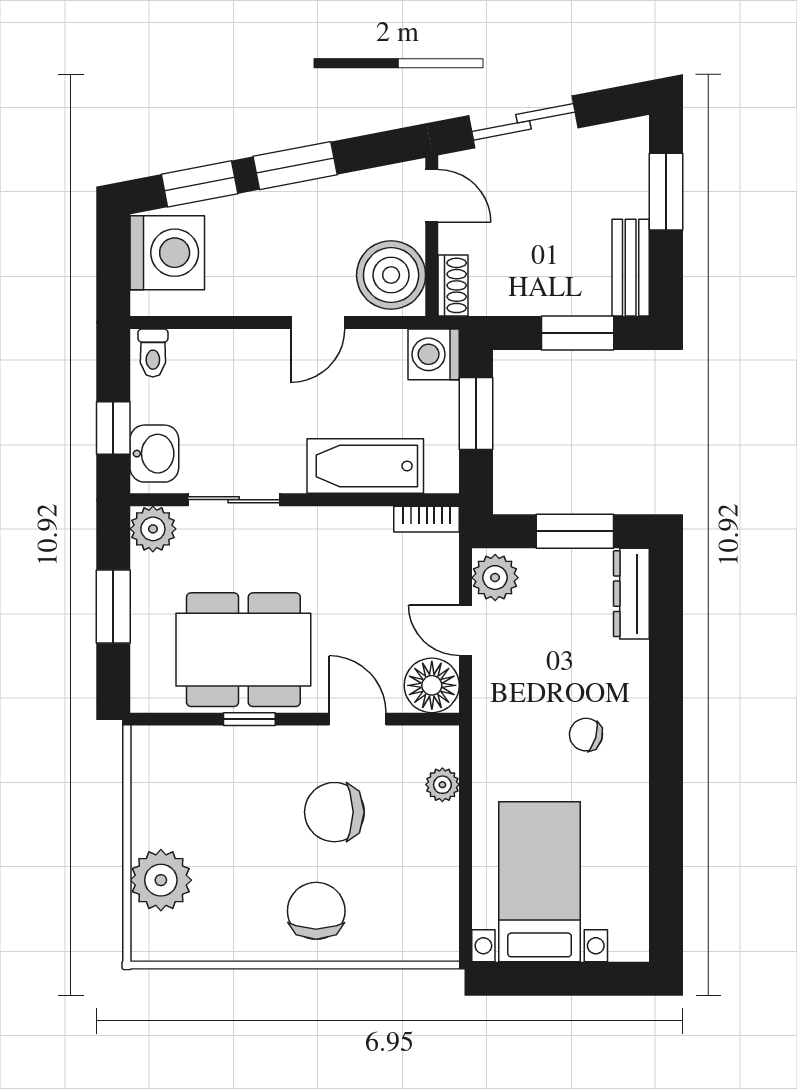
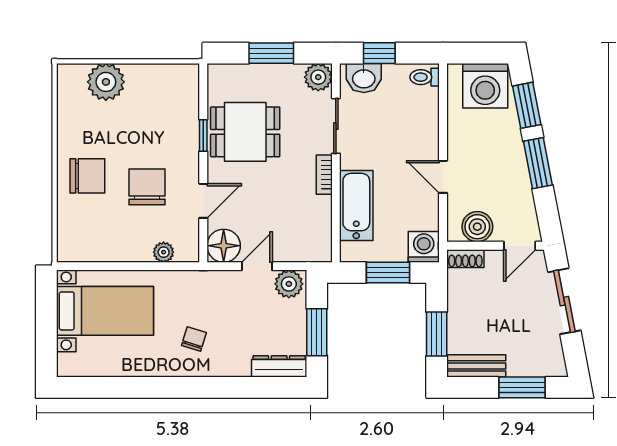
boiler: (391, 275) -> (477, 227), width x0.73, depth x0.73
bookcase: (427, 519) -> (324, 175), moved
dining table: (243, 650) -> (245, 132), width x0.73

